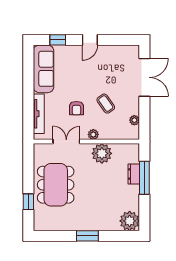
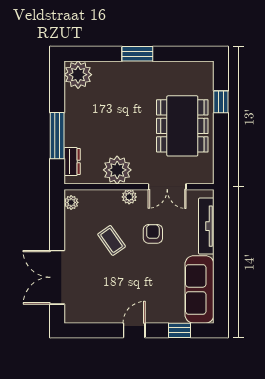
plant: (134, 120) -> (71, 202), moved
dresser: (134, 174) -> (72, 161), moved

